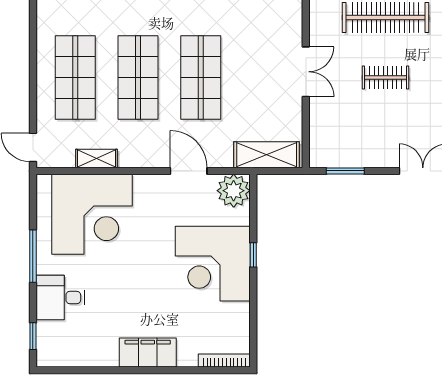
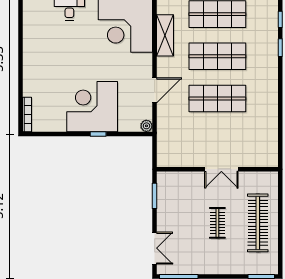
shelving: (267, 155) -> (165, 143), removed
shelving: (97, 158) -> (165, 35), width x1.50, depth x1.33
plant: (234, 191) -> (146, 126), width x0.53, depth x0.53
filing cabinet: (148, 352) -> (32, 63), removed

